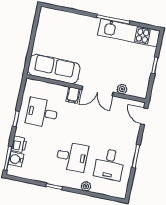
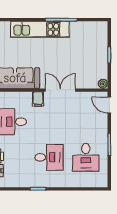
kitchen unit: (129, 33) -> (40, 29), moved
plant: (122, 89) -> (103, 84), moved
double door: (98, 91) -> (60, 90), swing flipped
plant: (86, 186) -> (68, 183), removed

